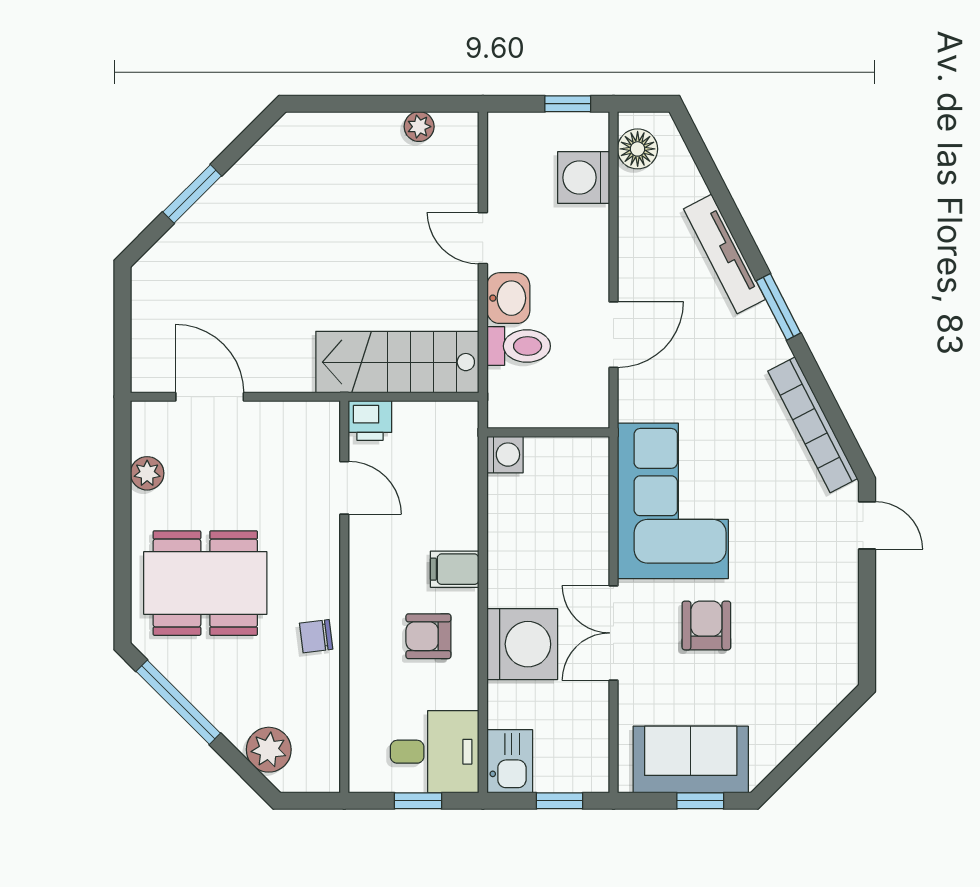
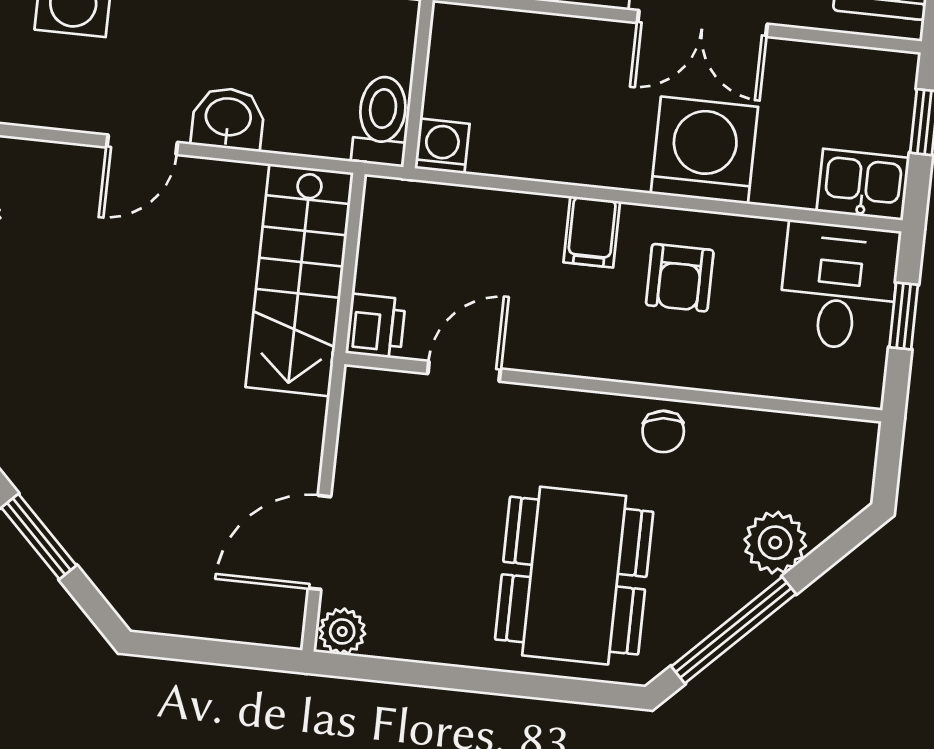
toilet: (519, 346) -> (382, 121), moved
plant: (147, 473) -> (342, 631), moved
plant: (269, 750) -> (775, 543), moved

